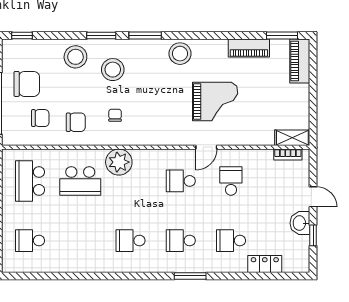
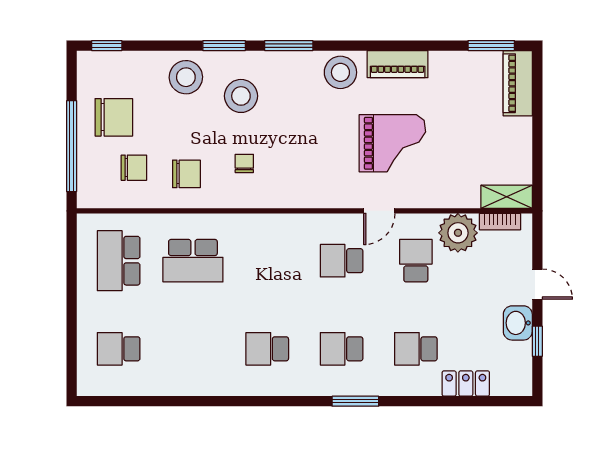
piano: (249, 48) -> (398, 64), moved
plant: (119, 162) -> (458, 233), moved

